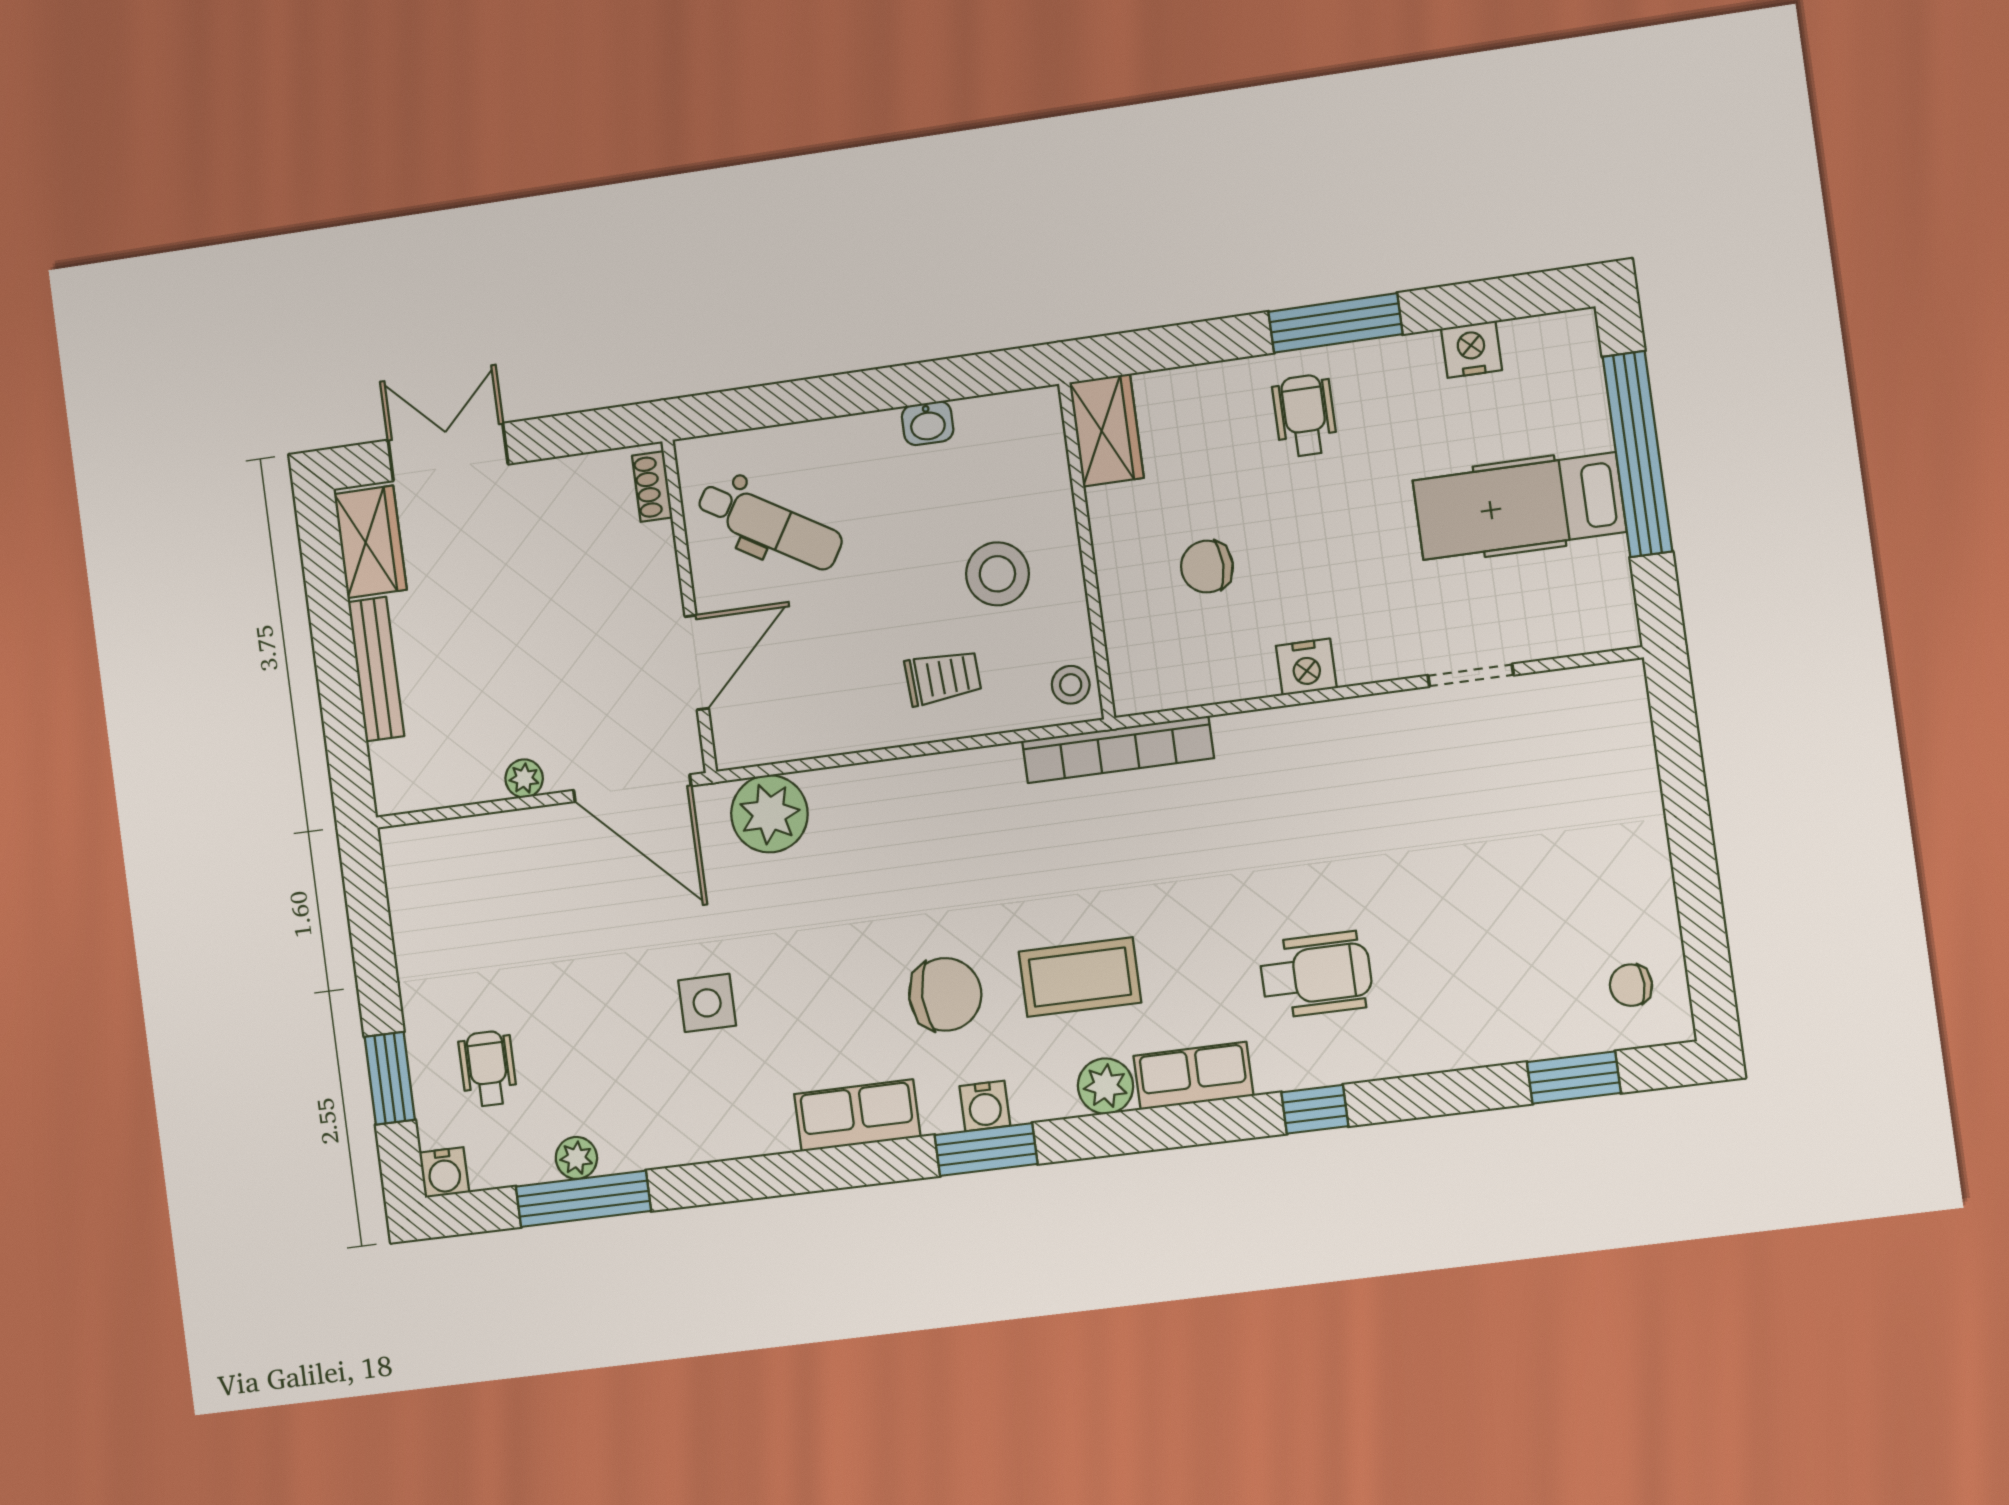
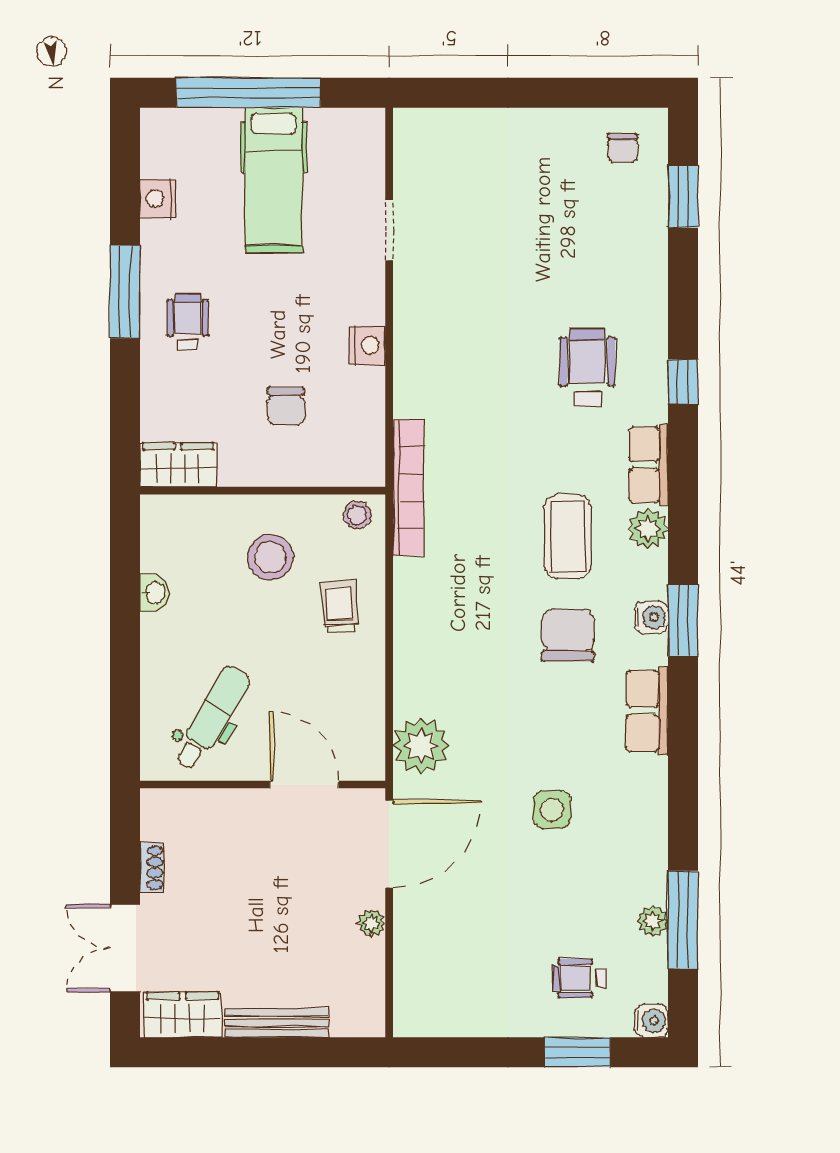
wheelchair: (1305, 416) -> (188, 322), turned 90
shoe rack: (652, 487) -> (152, 867), moved, turned -90

